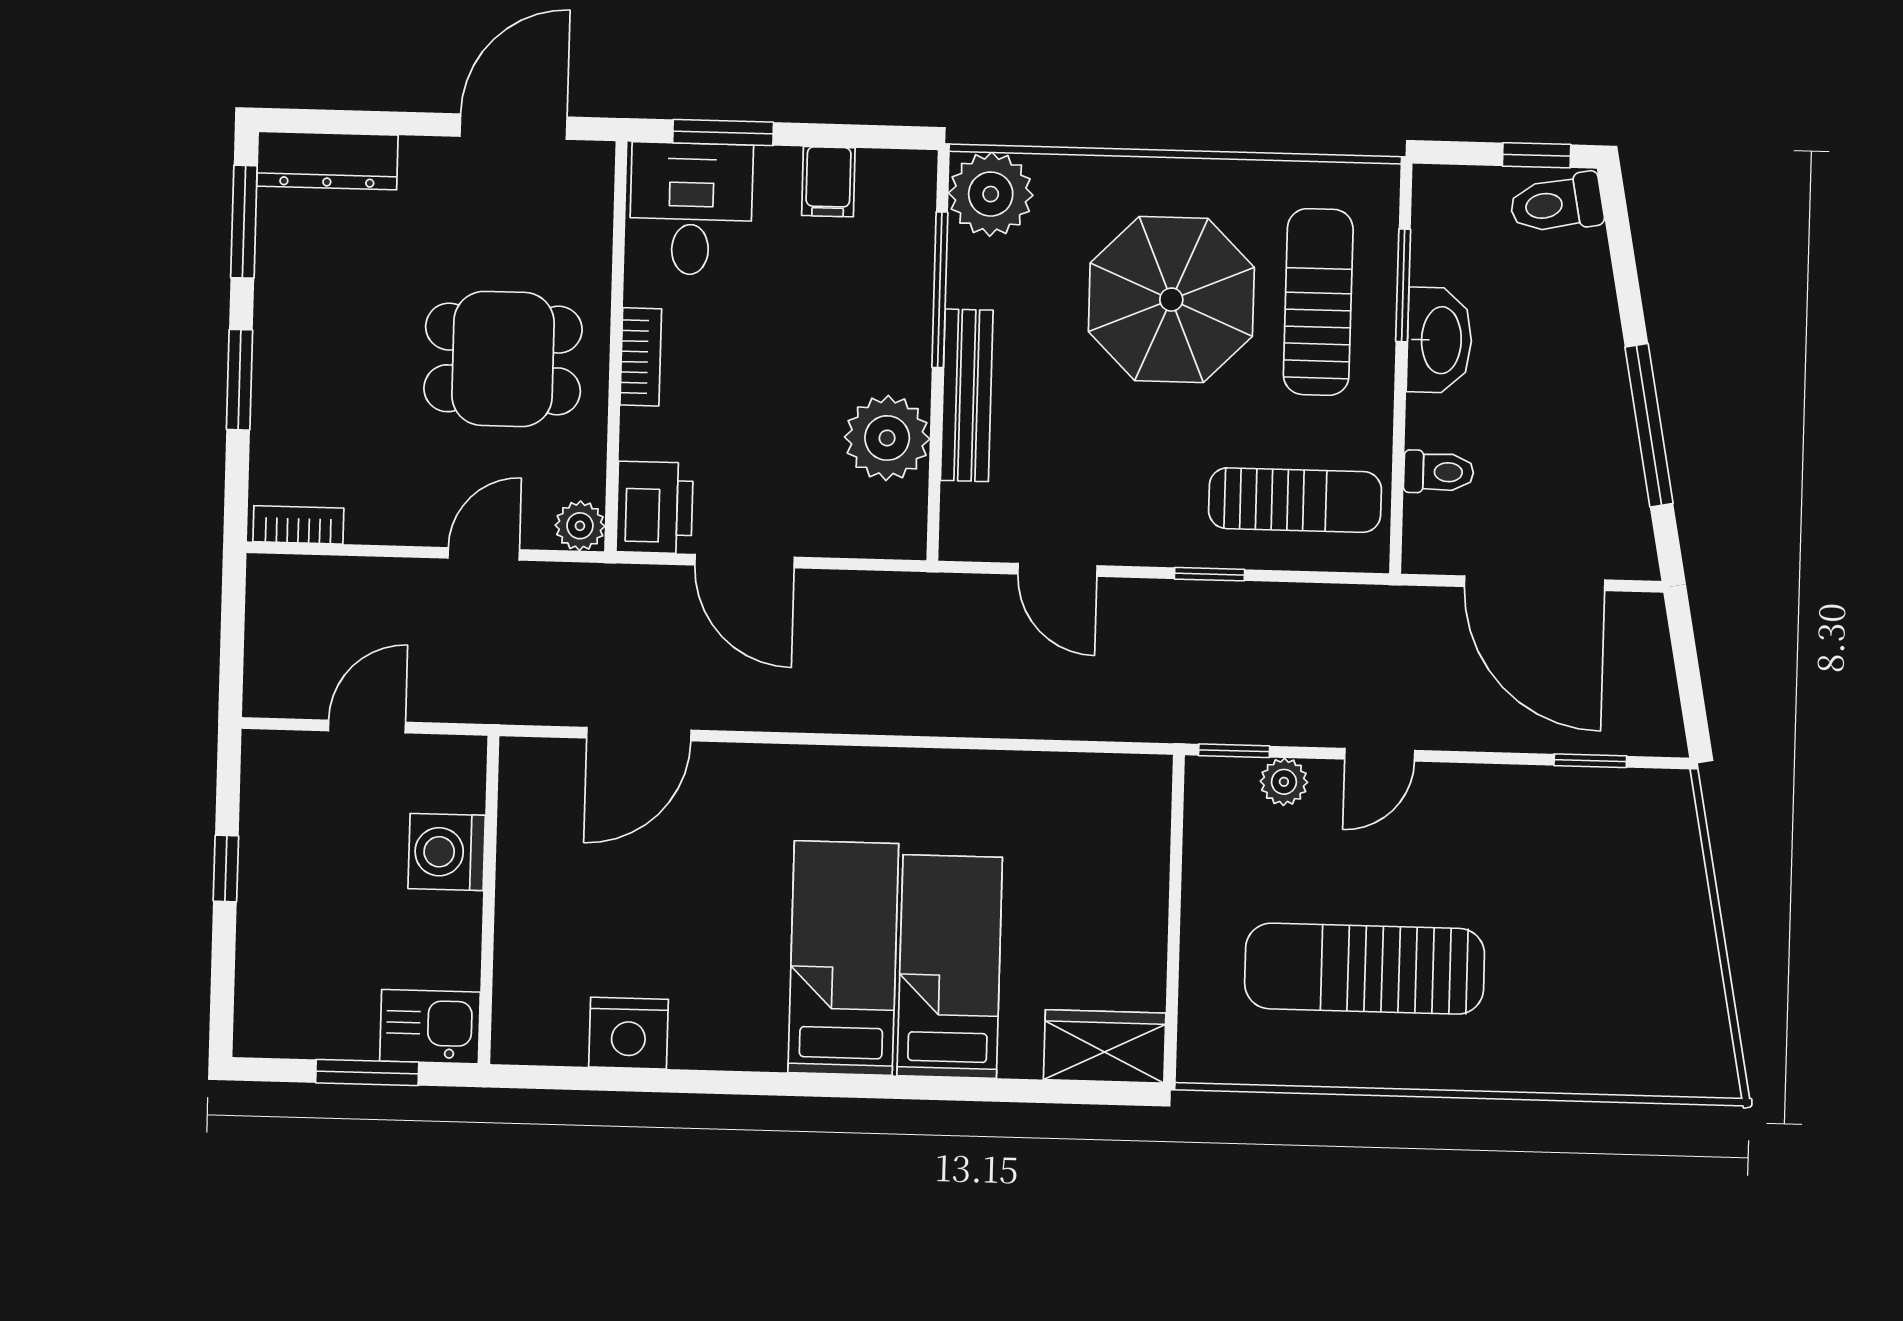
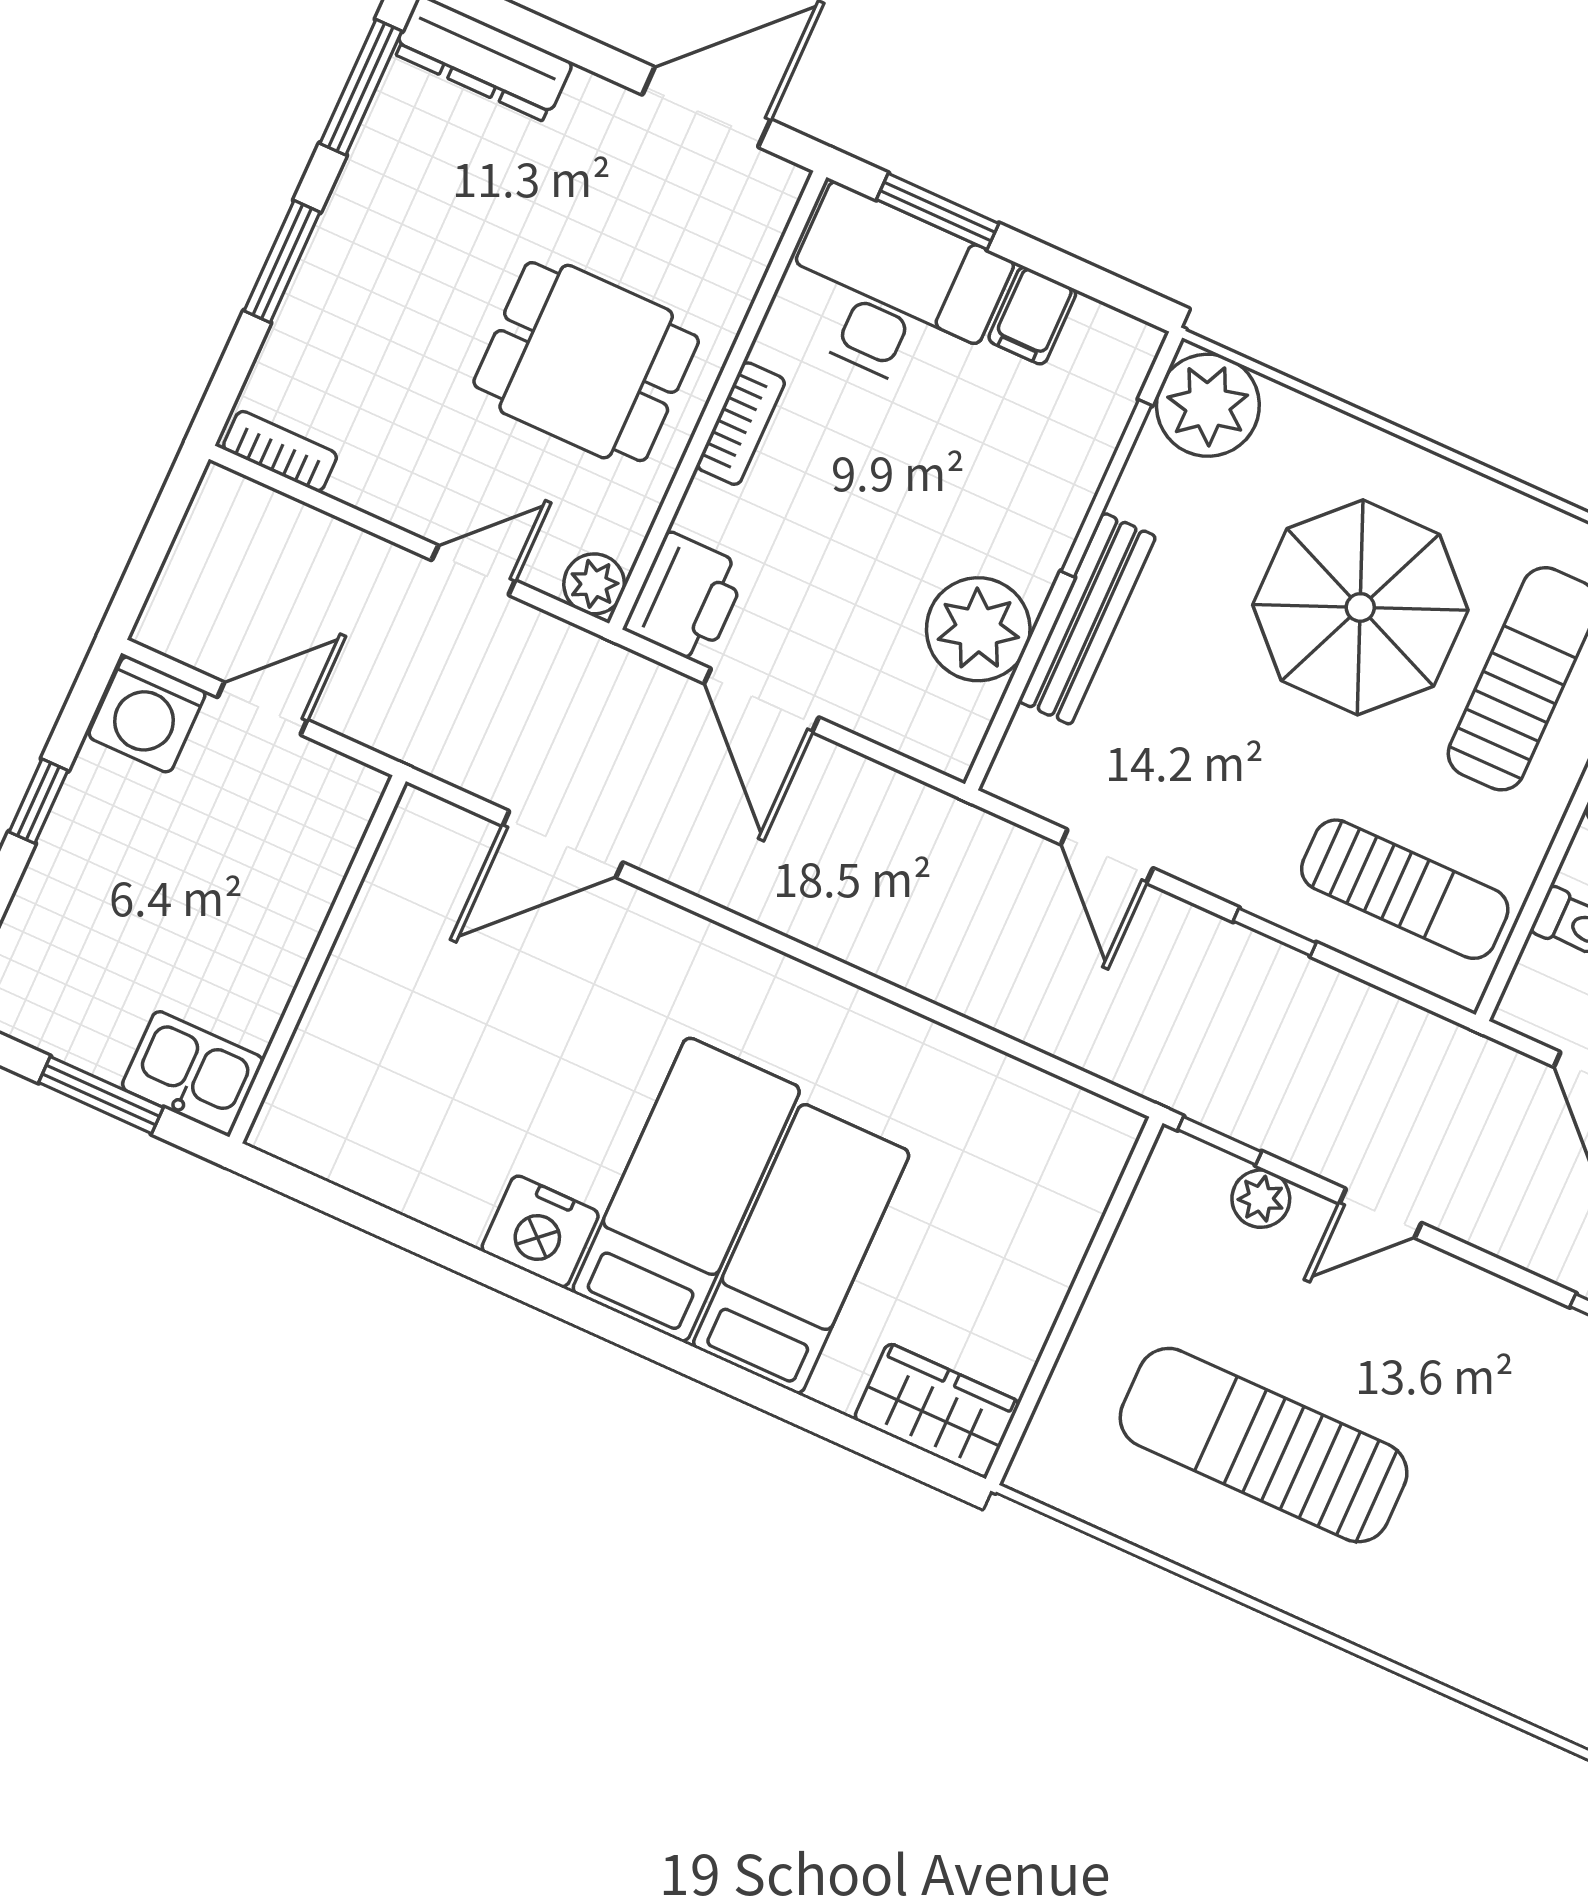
desk: (691, 209) -> (891, 293), width x1.37
washing machine: (447, 852) -> (147, 714), moved, turned -90
nightstand: (628, 1033) -> (540, 1231), moved

